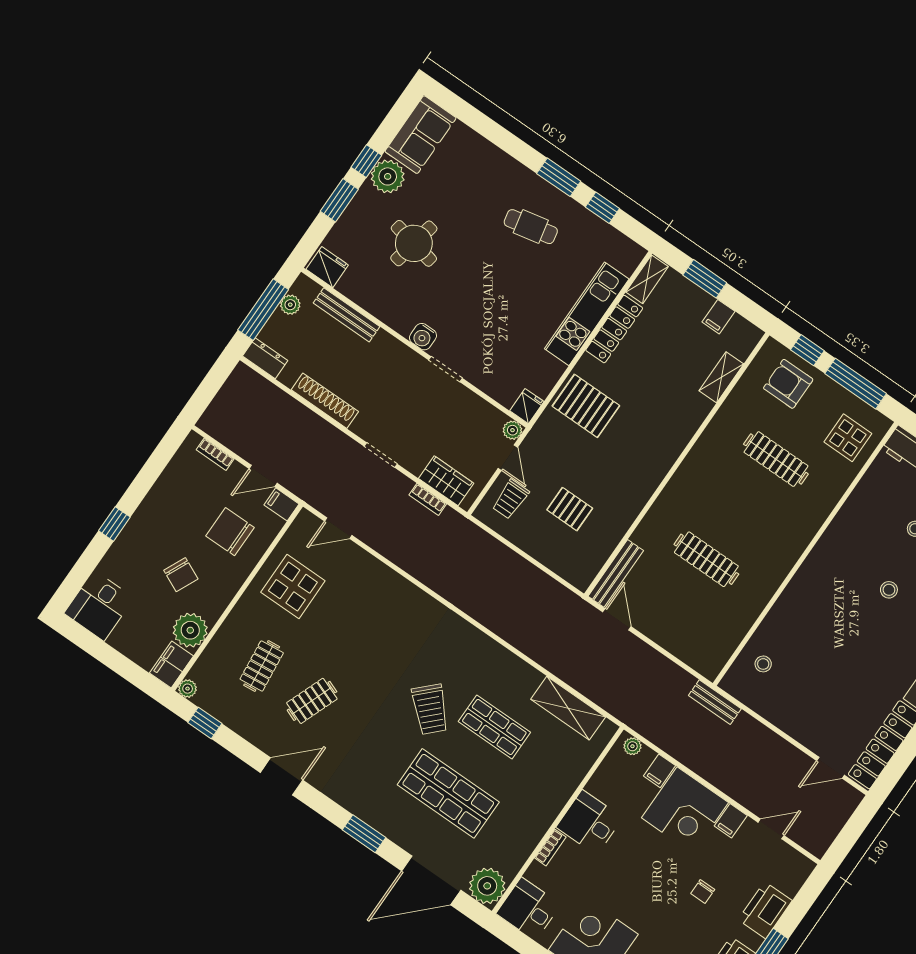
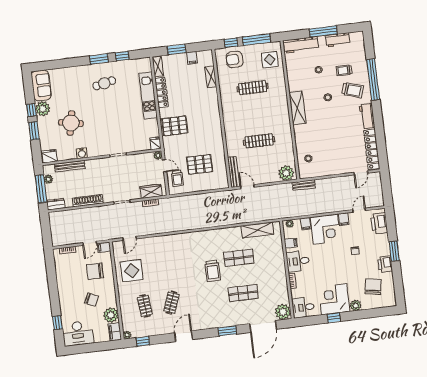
water cooler: (423, 337) -> (82, 153), moved
pallet: (570, 509) -> (200, 164), width x1.50, depth x1.42
window: (114, 524) -> (57, 323), moved
shelving: (821, 562) -> (297, 108), added
desk: (99, 606) -> (78, 333), width x1.37
plant: (703, 655) -> (286, 173), added
trolley: (430, 709) -> (213, 271), turned 45
filing cabinet: (605, 781) -> (291, 243), added
shop shelf: (448, 793) -> (243, 293), width x0.70, depth x0.74
printer: (765, 910) -> (379, 223), moved

